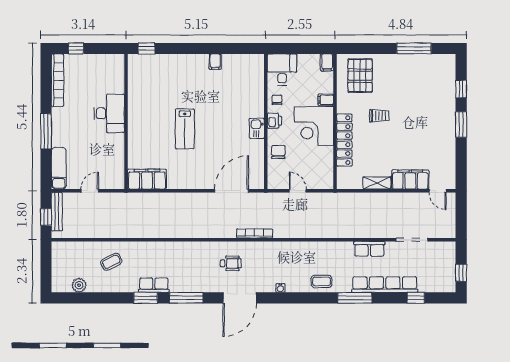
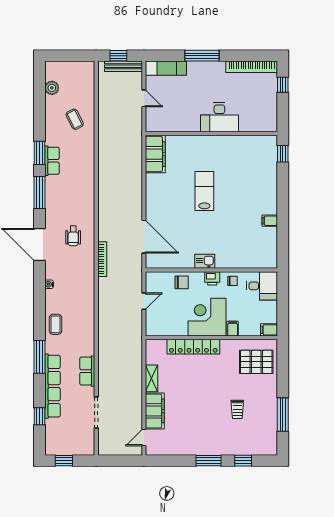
trolley: (379, 116) -> (237, 409), moved
lab bench: (185, 129) -> (204, 191), turned 90

